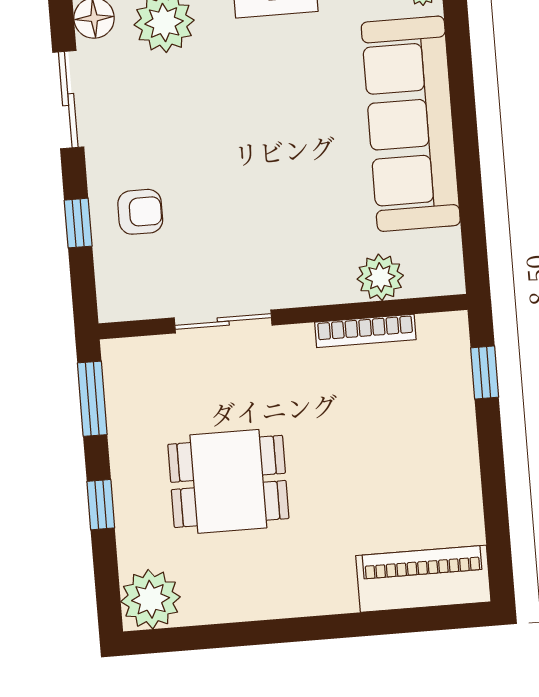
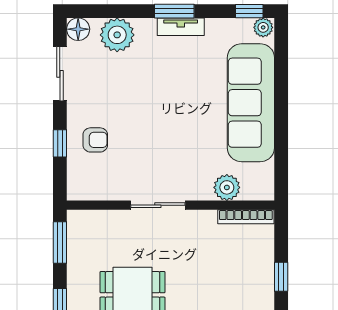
sliding door: (223, 321) -> (158, 205), moved
bookcase: (365, 331) -> (246, 217), moved
window: (485, 372) -> (281, 277), moved

